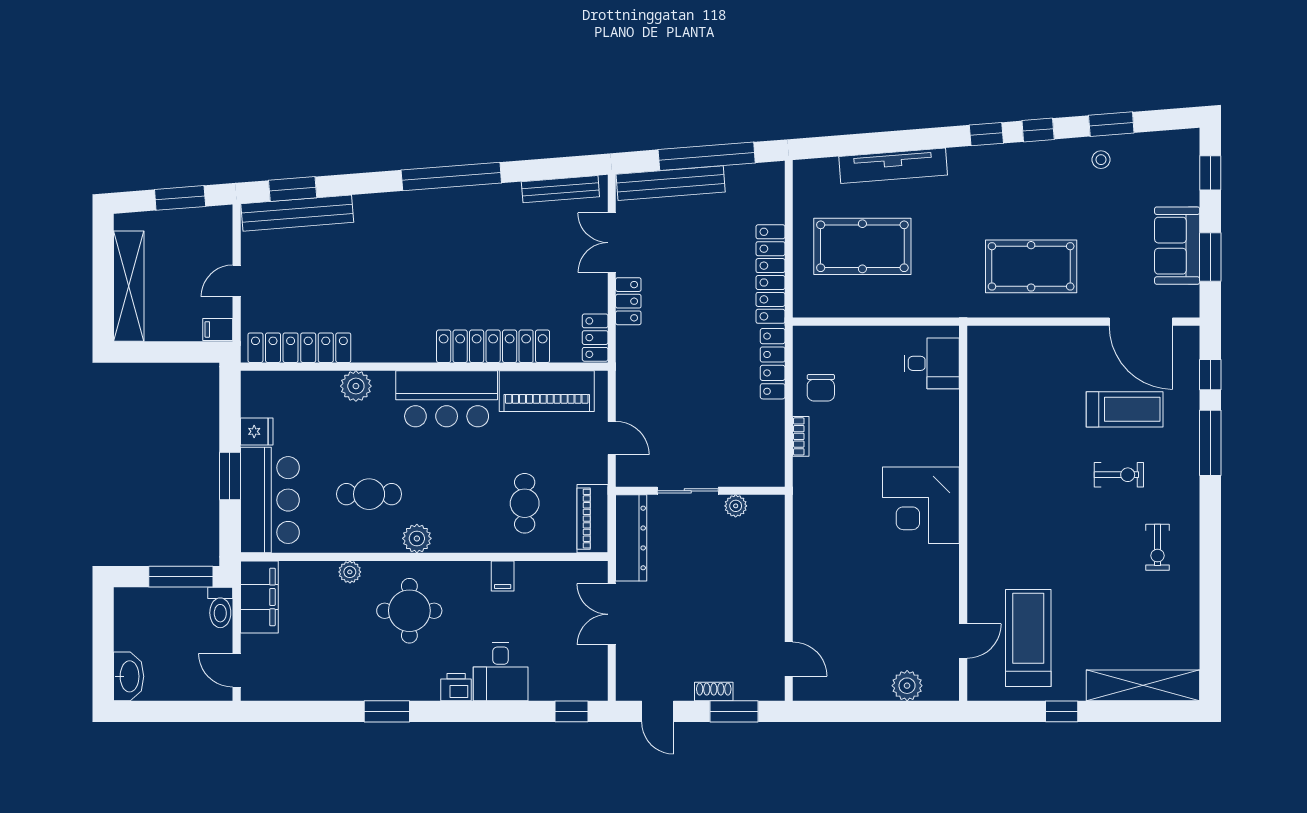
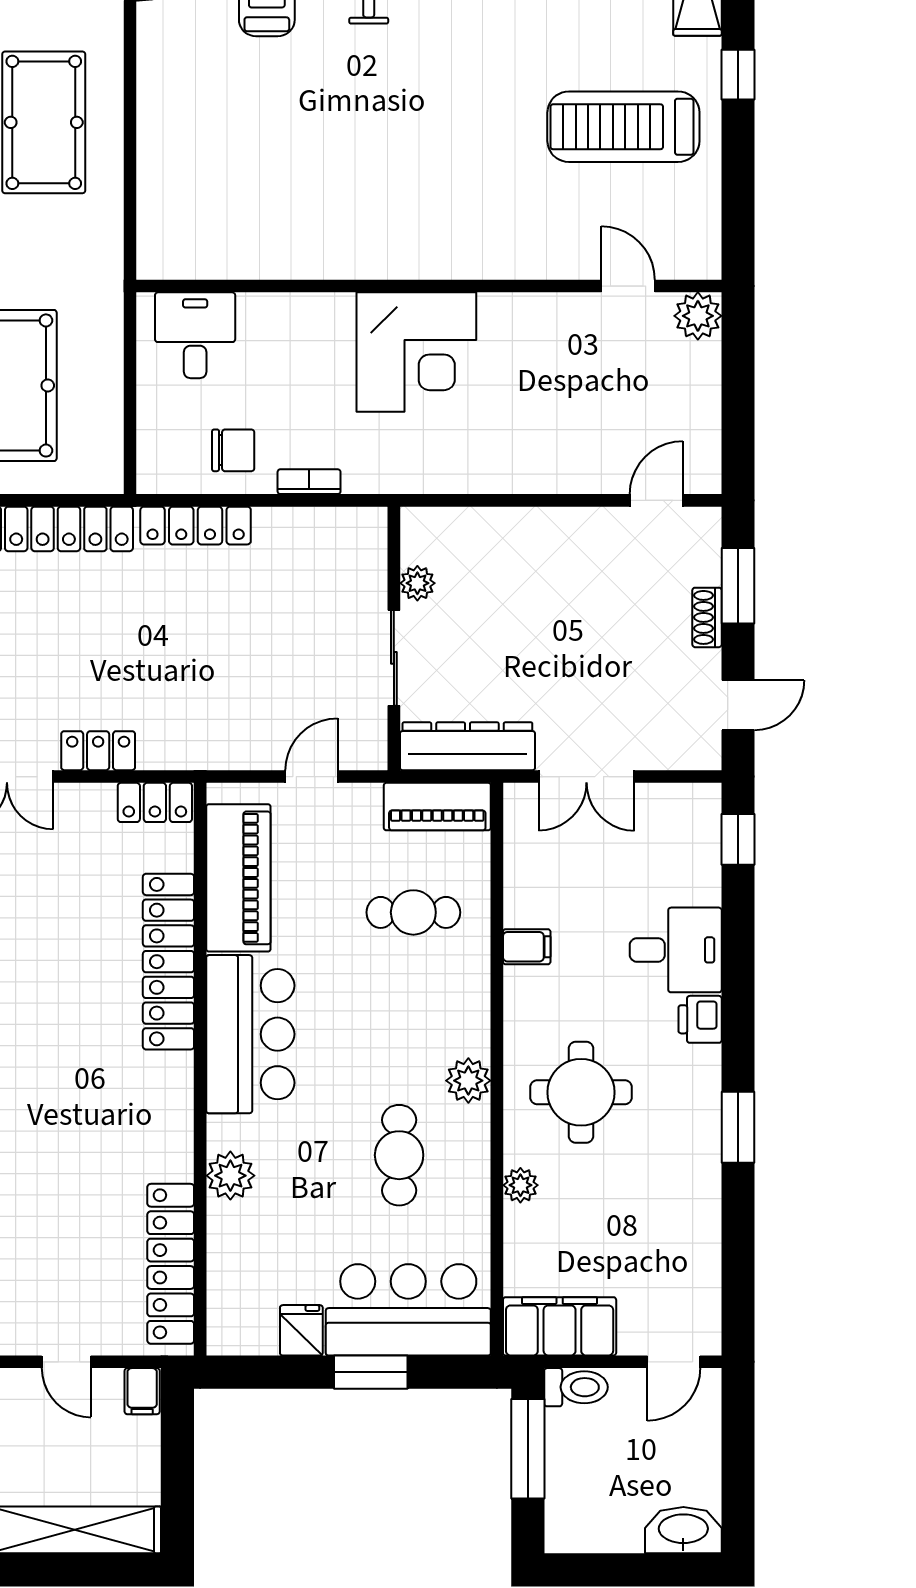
desk: (932, 363) -> (195, 335), moved
corner desk: (921, 505) -> (416, 352), moved
wall: (963, 513) -> (429, 286), moved
door: (963, 641) -> (628, 286), moved

